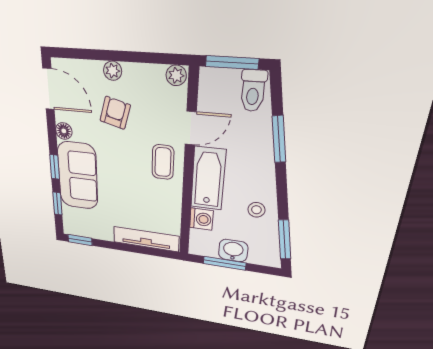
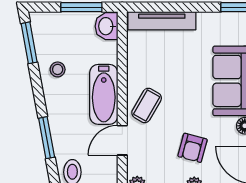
coffee table: (163, 162) -> (147, 105), turned 30
washing machine: (201, 219) -> (107, 52), removed
washbasin: (233, 251) -> (106, 26), moved, turned 90

